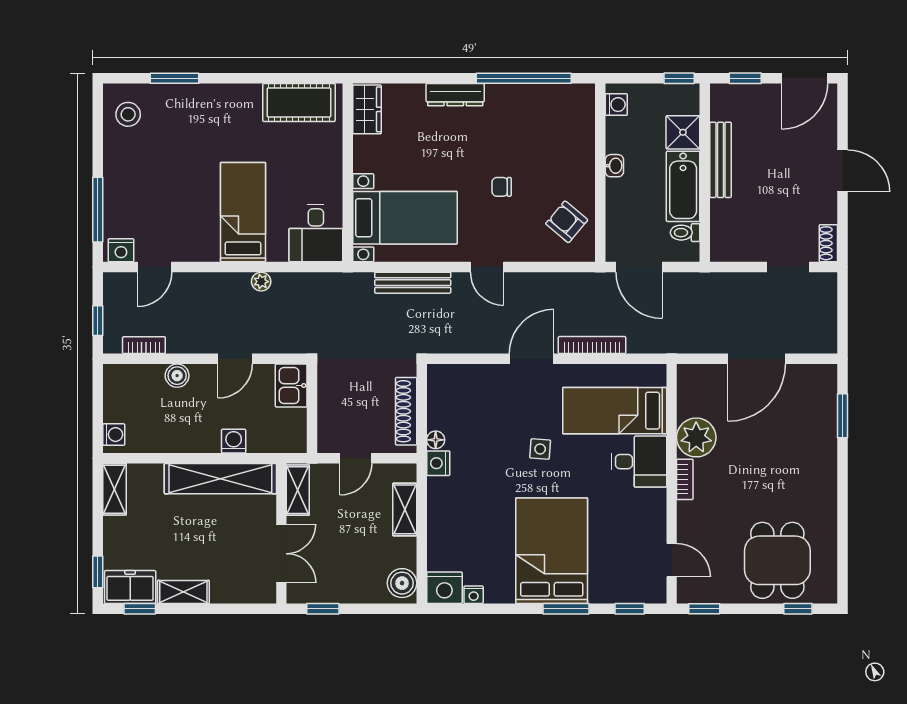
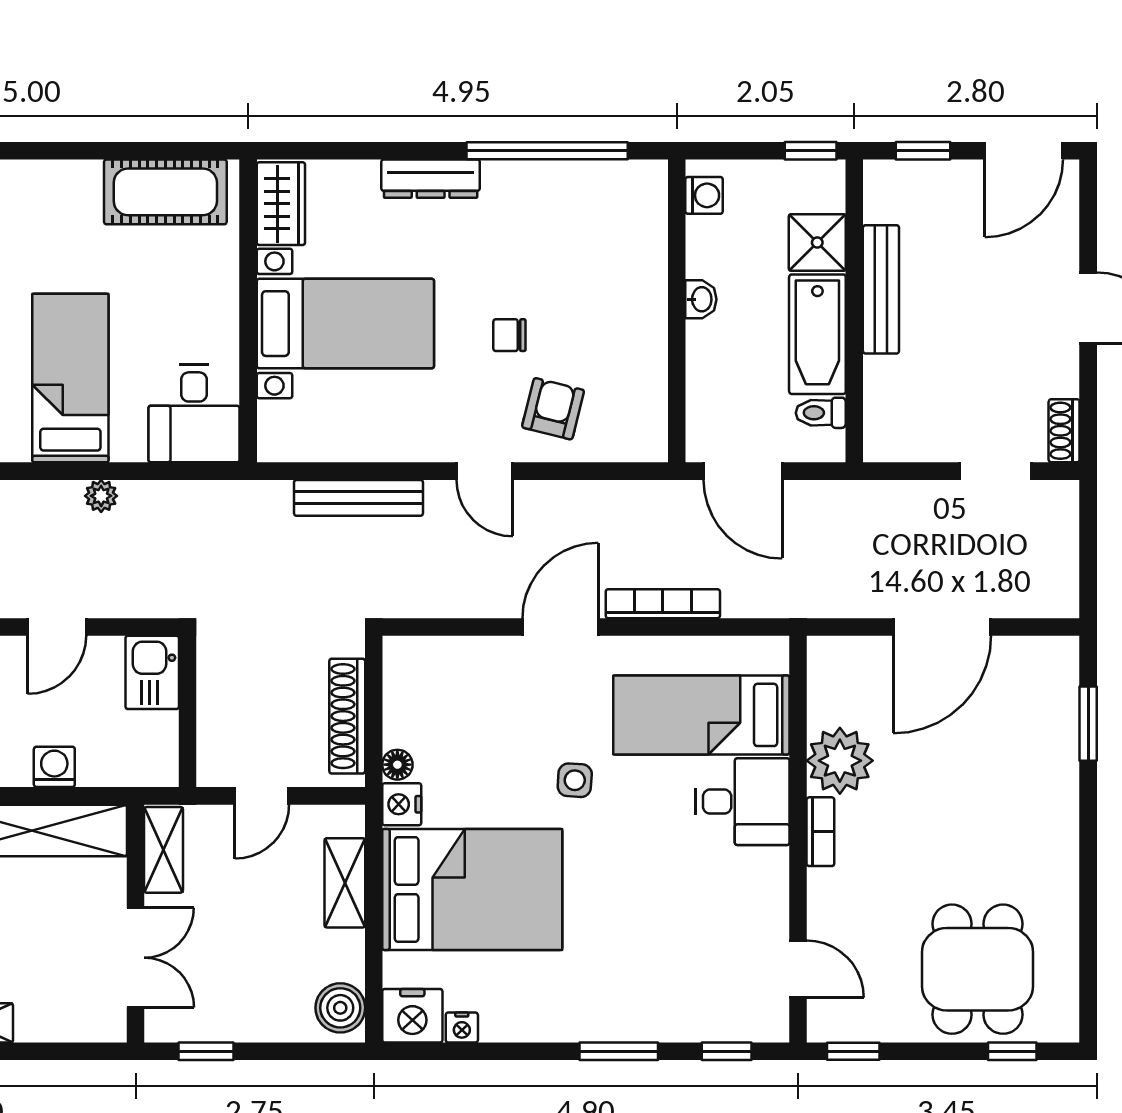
bed with nightstands: (405, 218) -> (345, 324), moved
armchair: (567, 222) -> (553, 409), moved, turned 64
bed: (552, 551) -> (472, 889), moved, turned 90

